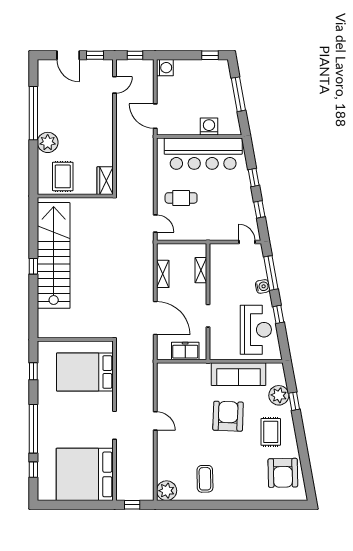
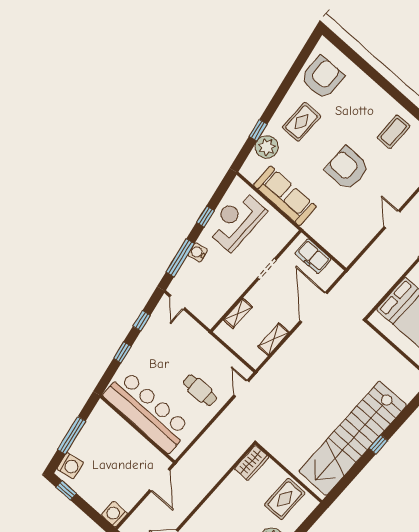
washing machine: (209, 126) -> (70, 466), moved, turned -100
armchair: (228, 416) -> (347, 168), moved, turned 88

